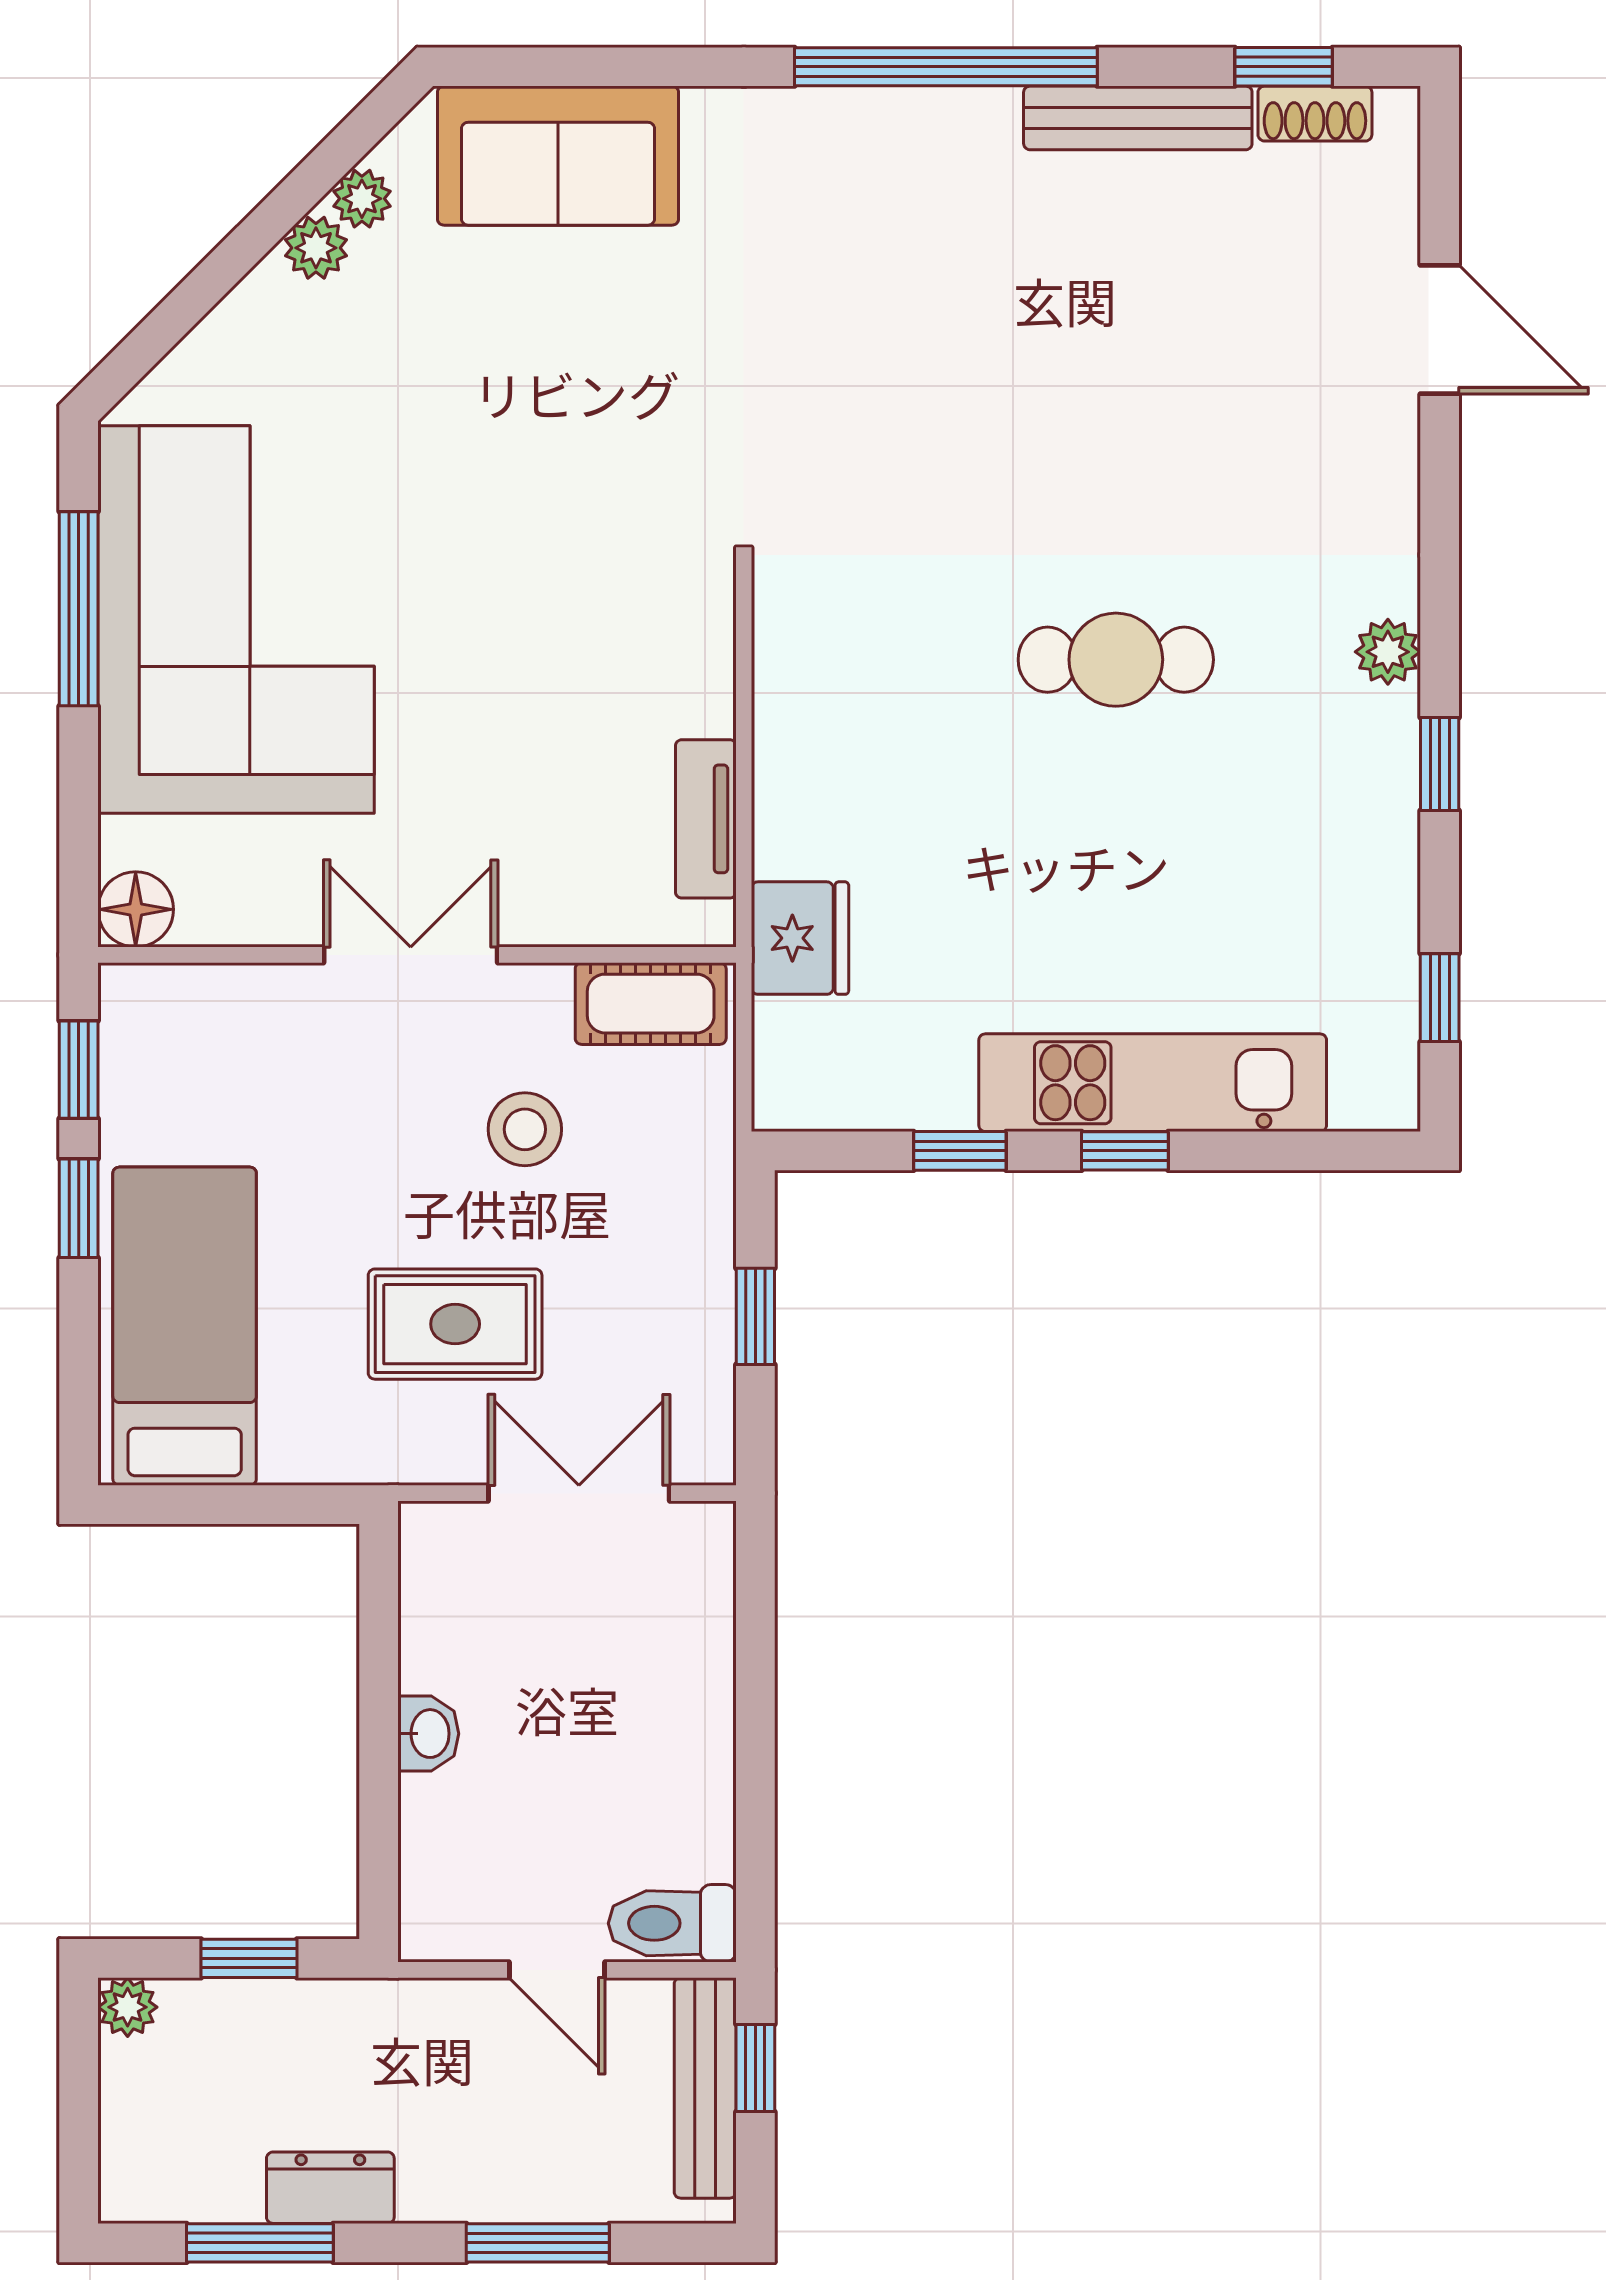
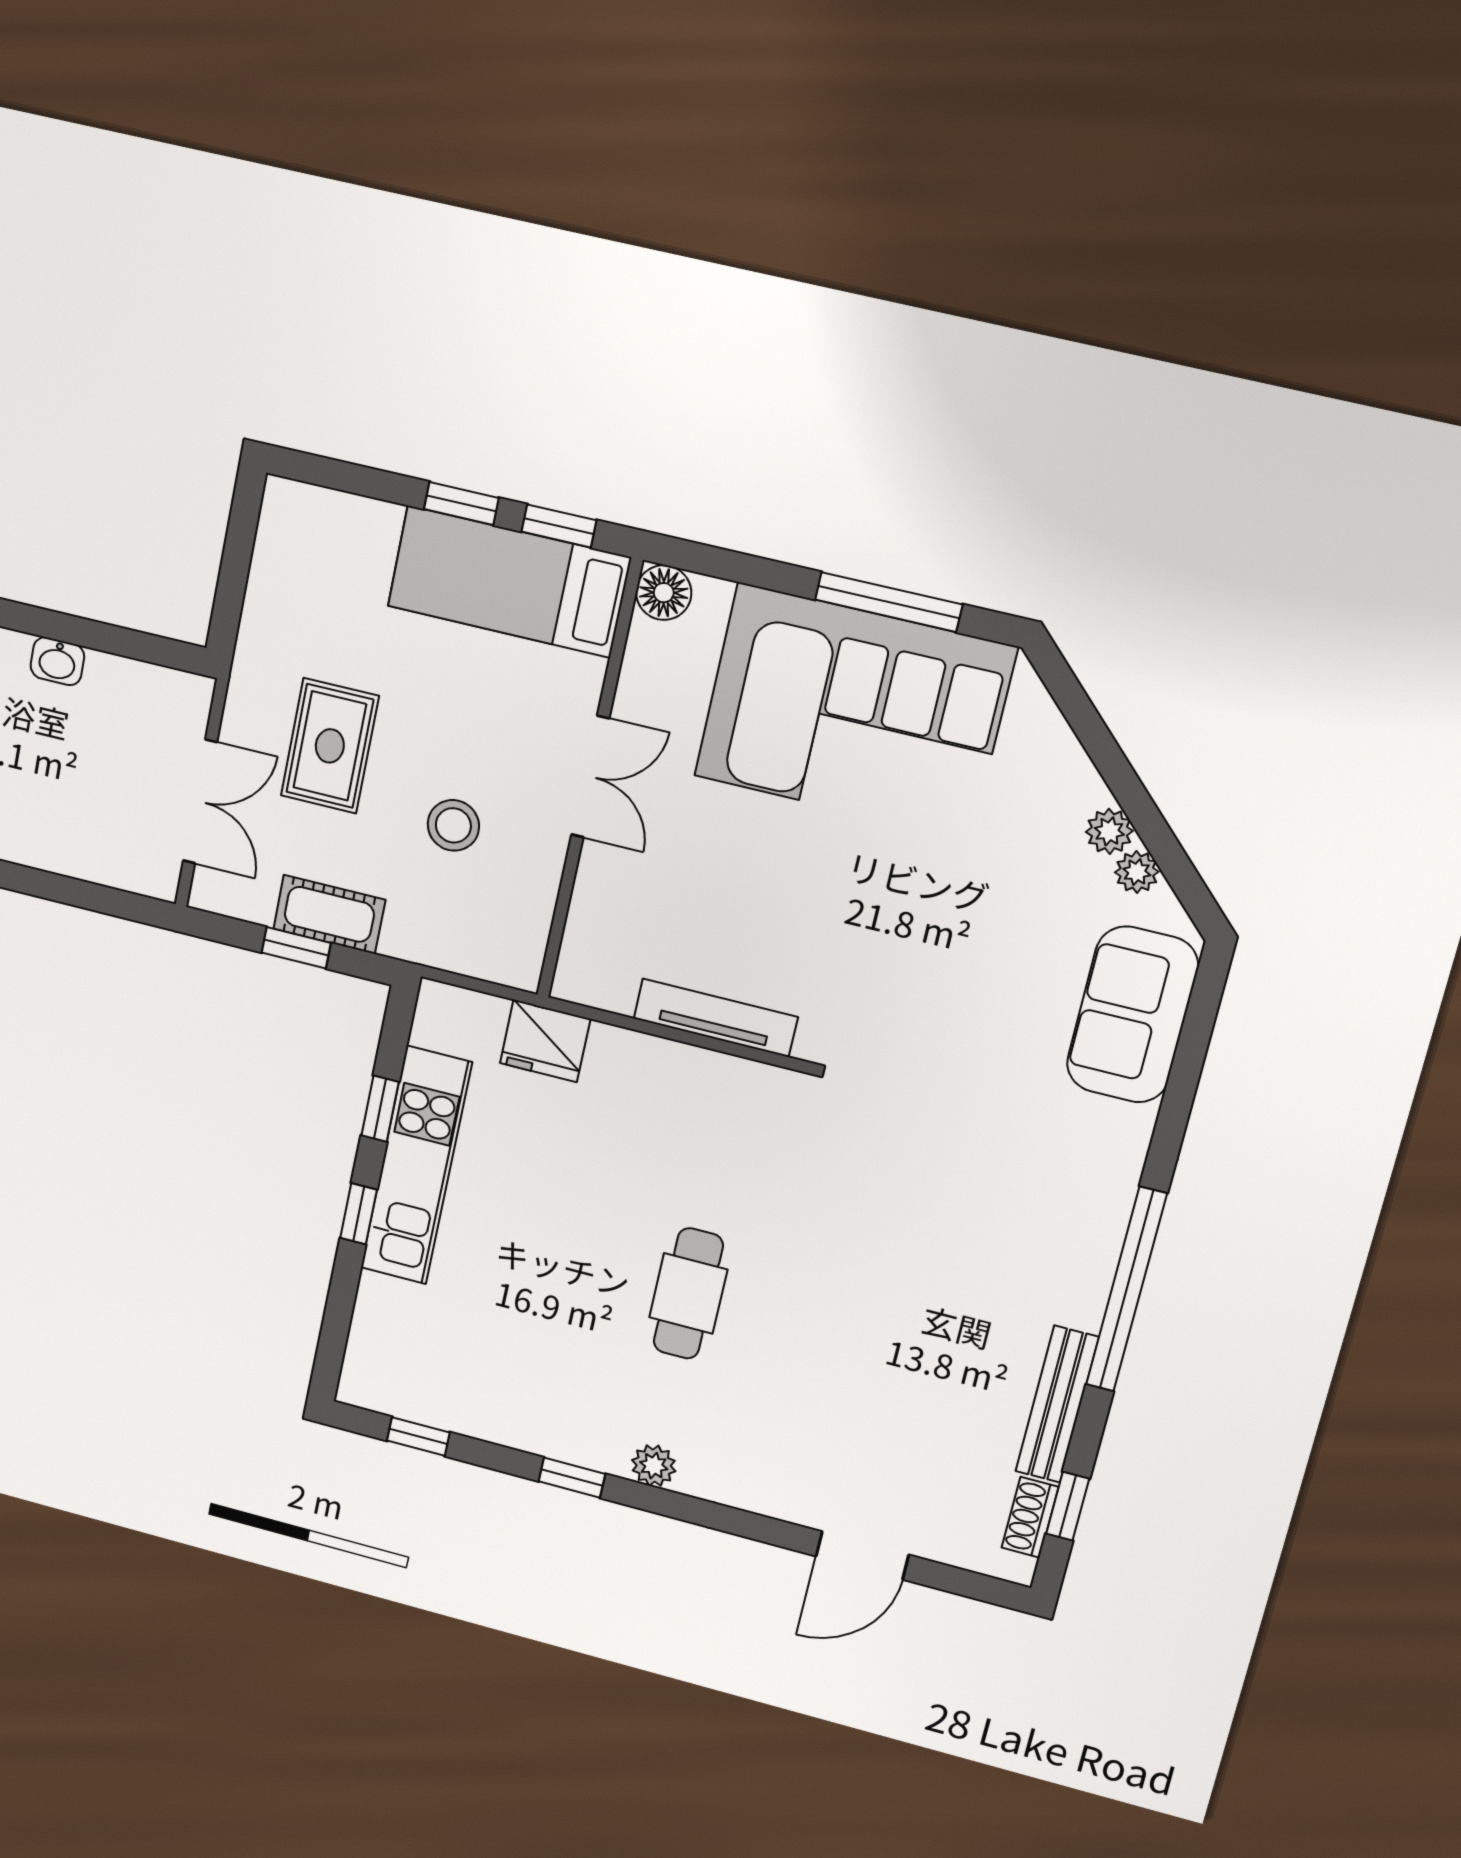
tv unit: (706, 819) -> (716, 1018), moved, width x1.41
cot: (651, 1004) -> (329, 914), moved, turned 90
kitchen unit: (1153, 1083) -> (416, 1166), moved
bed: (185, 1326) -> (509, 582), moved, turned 180

